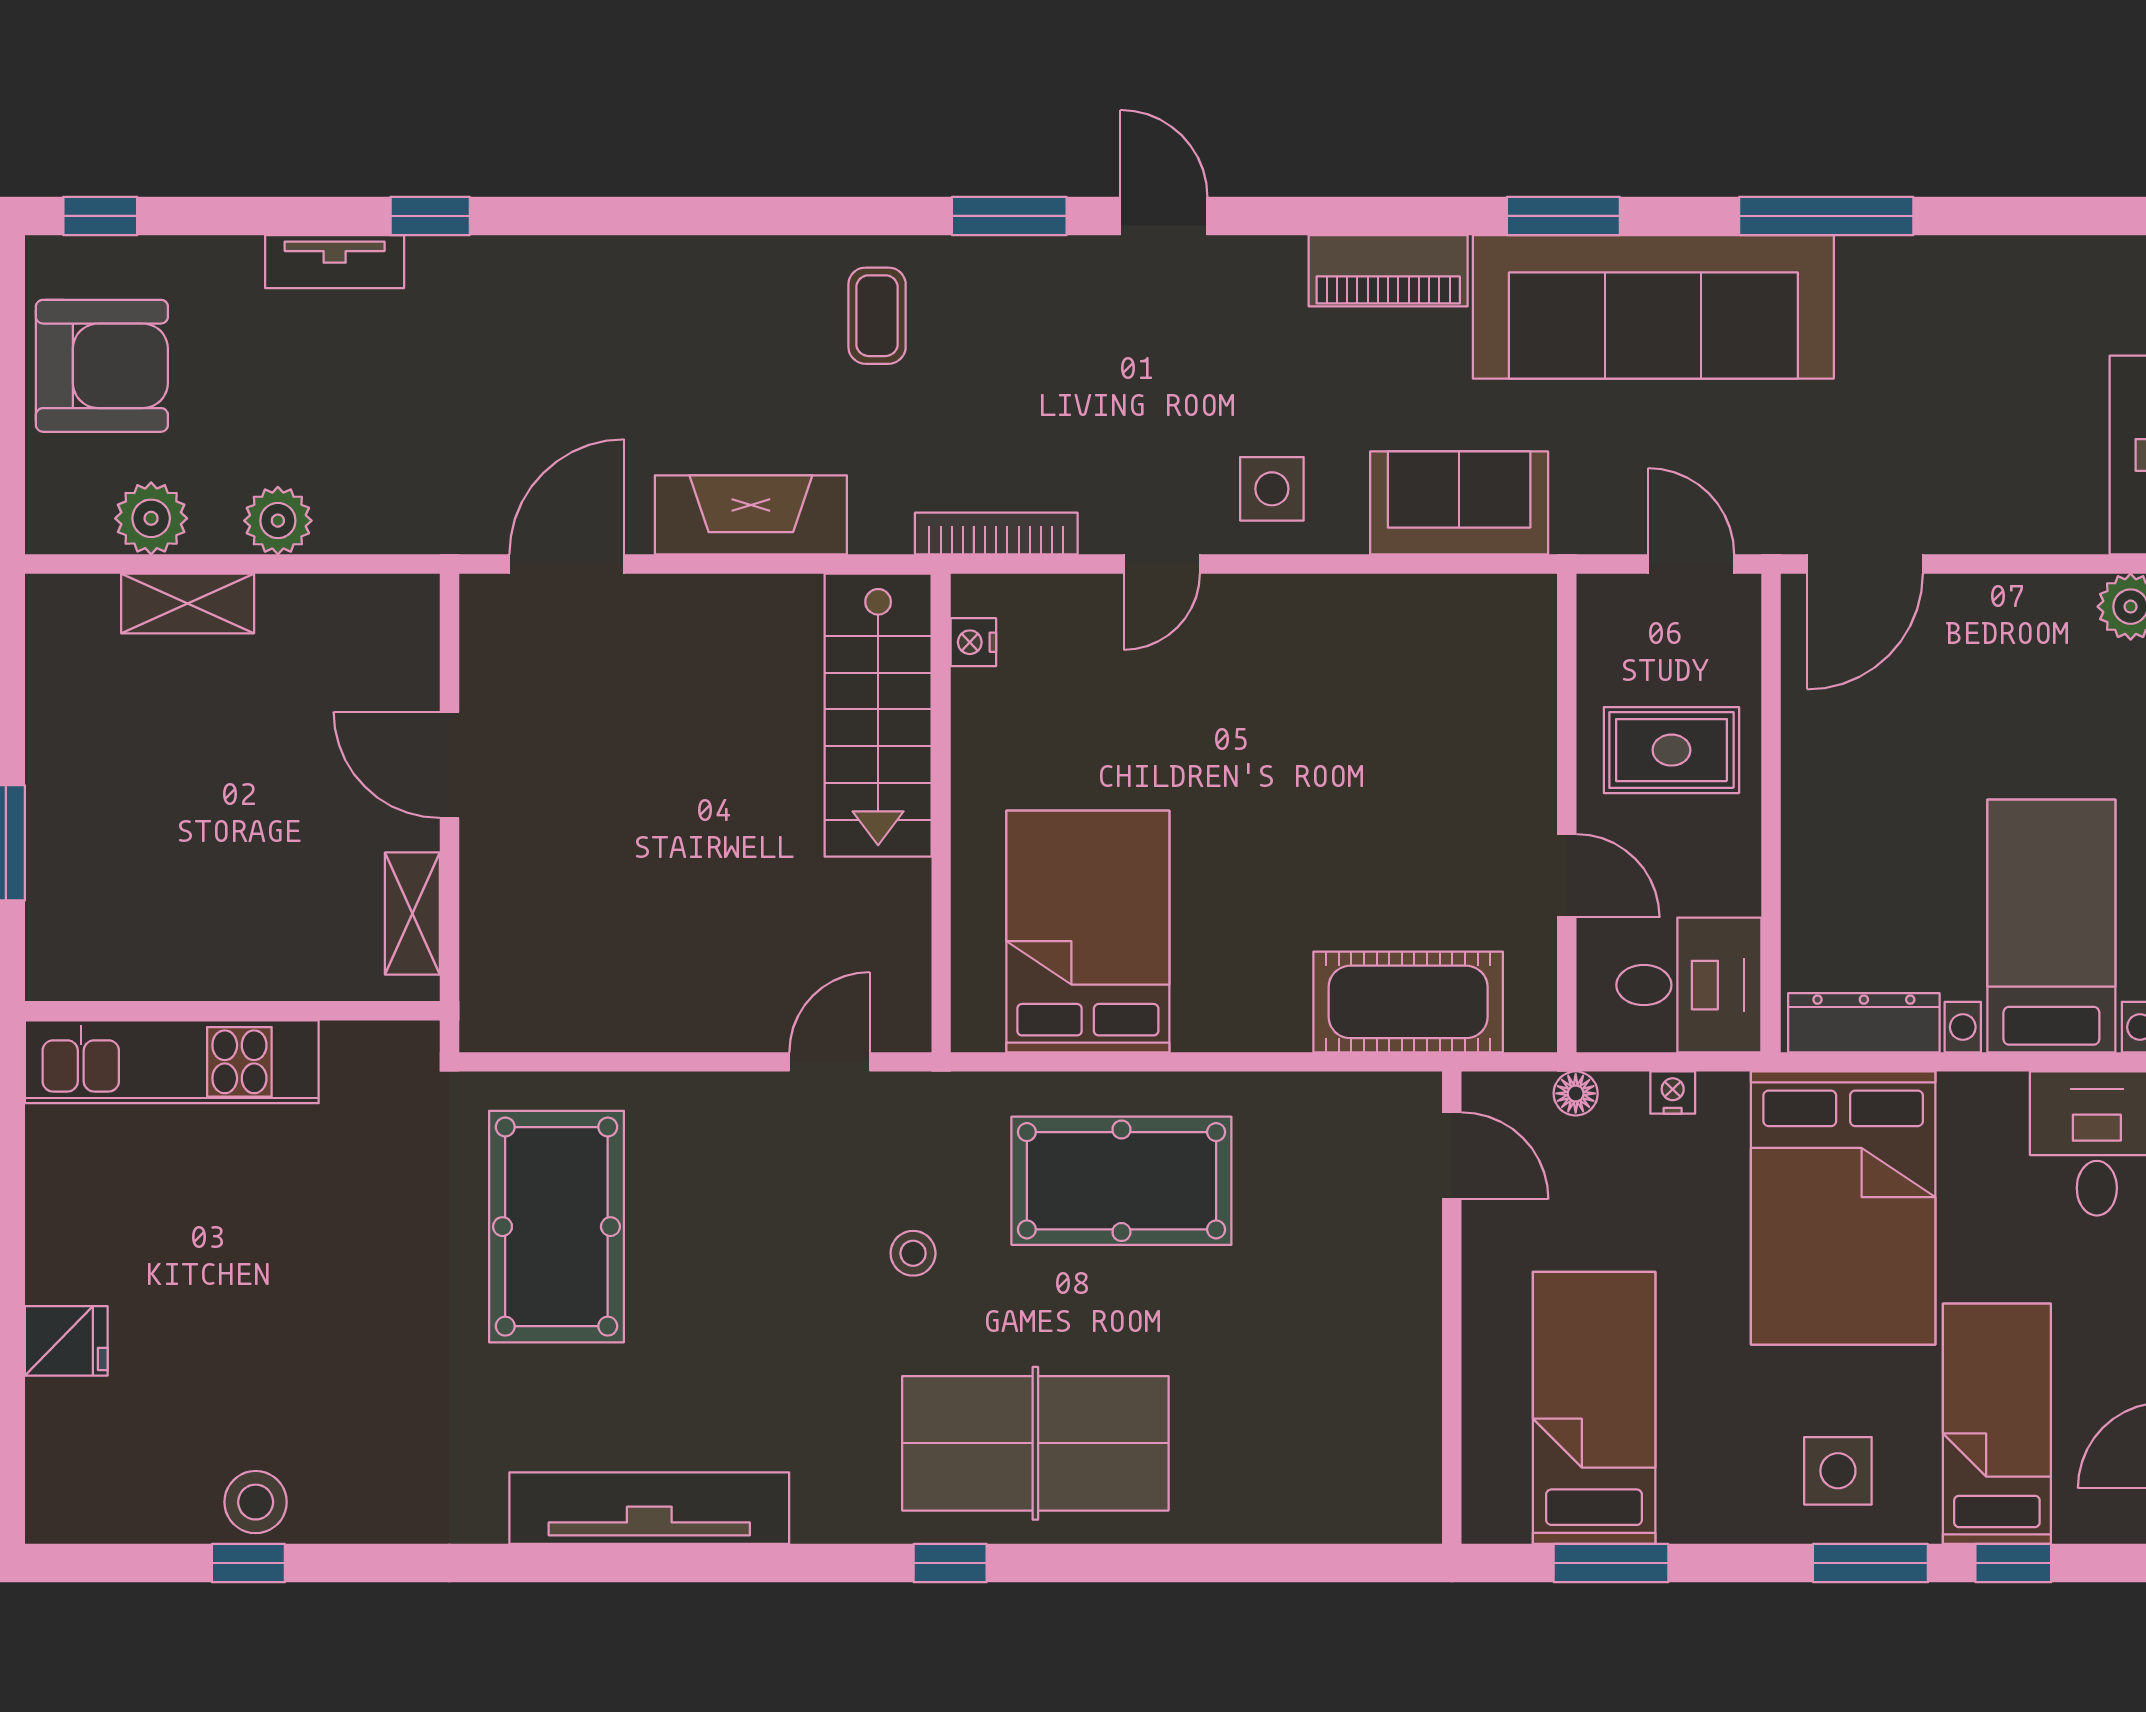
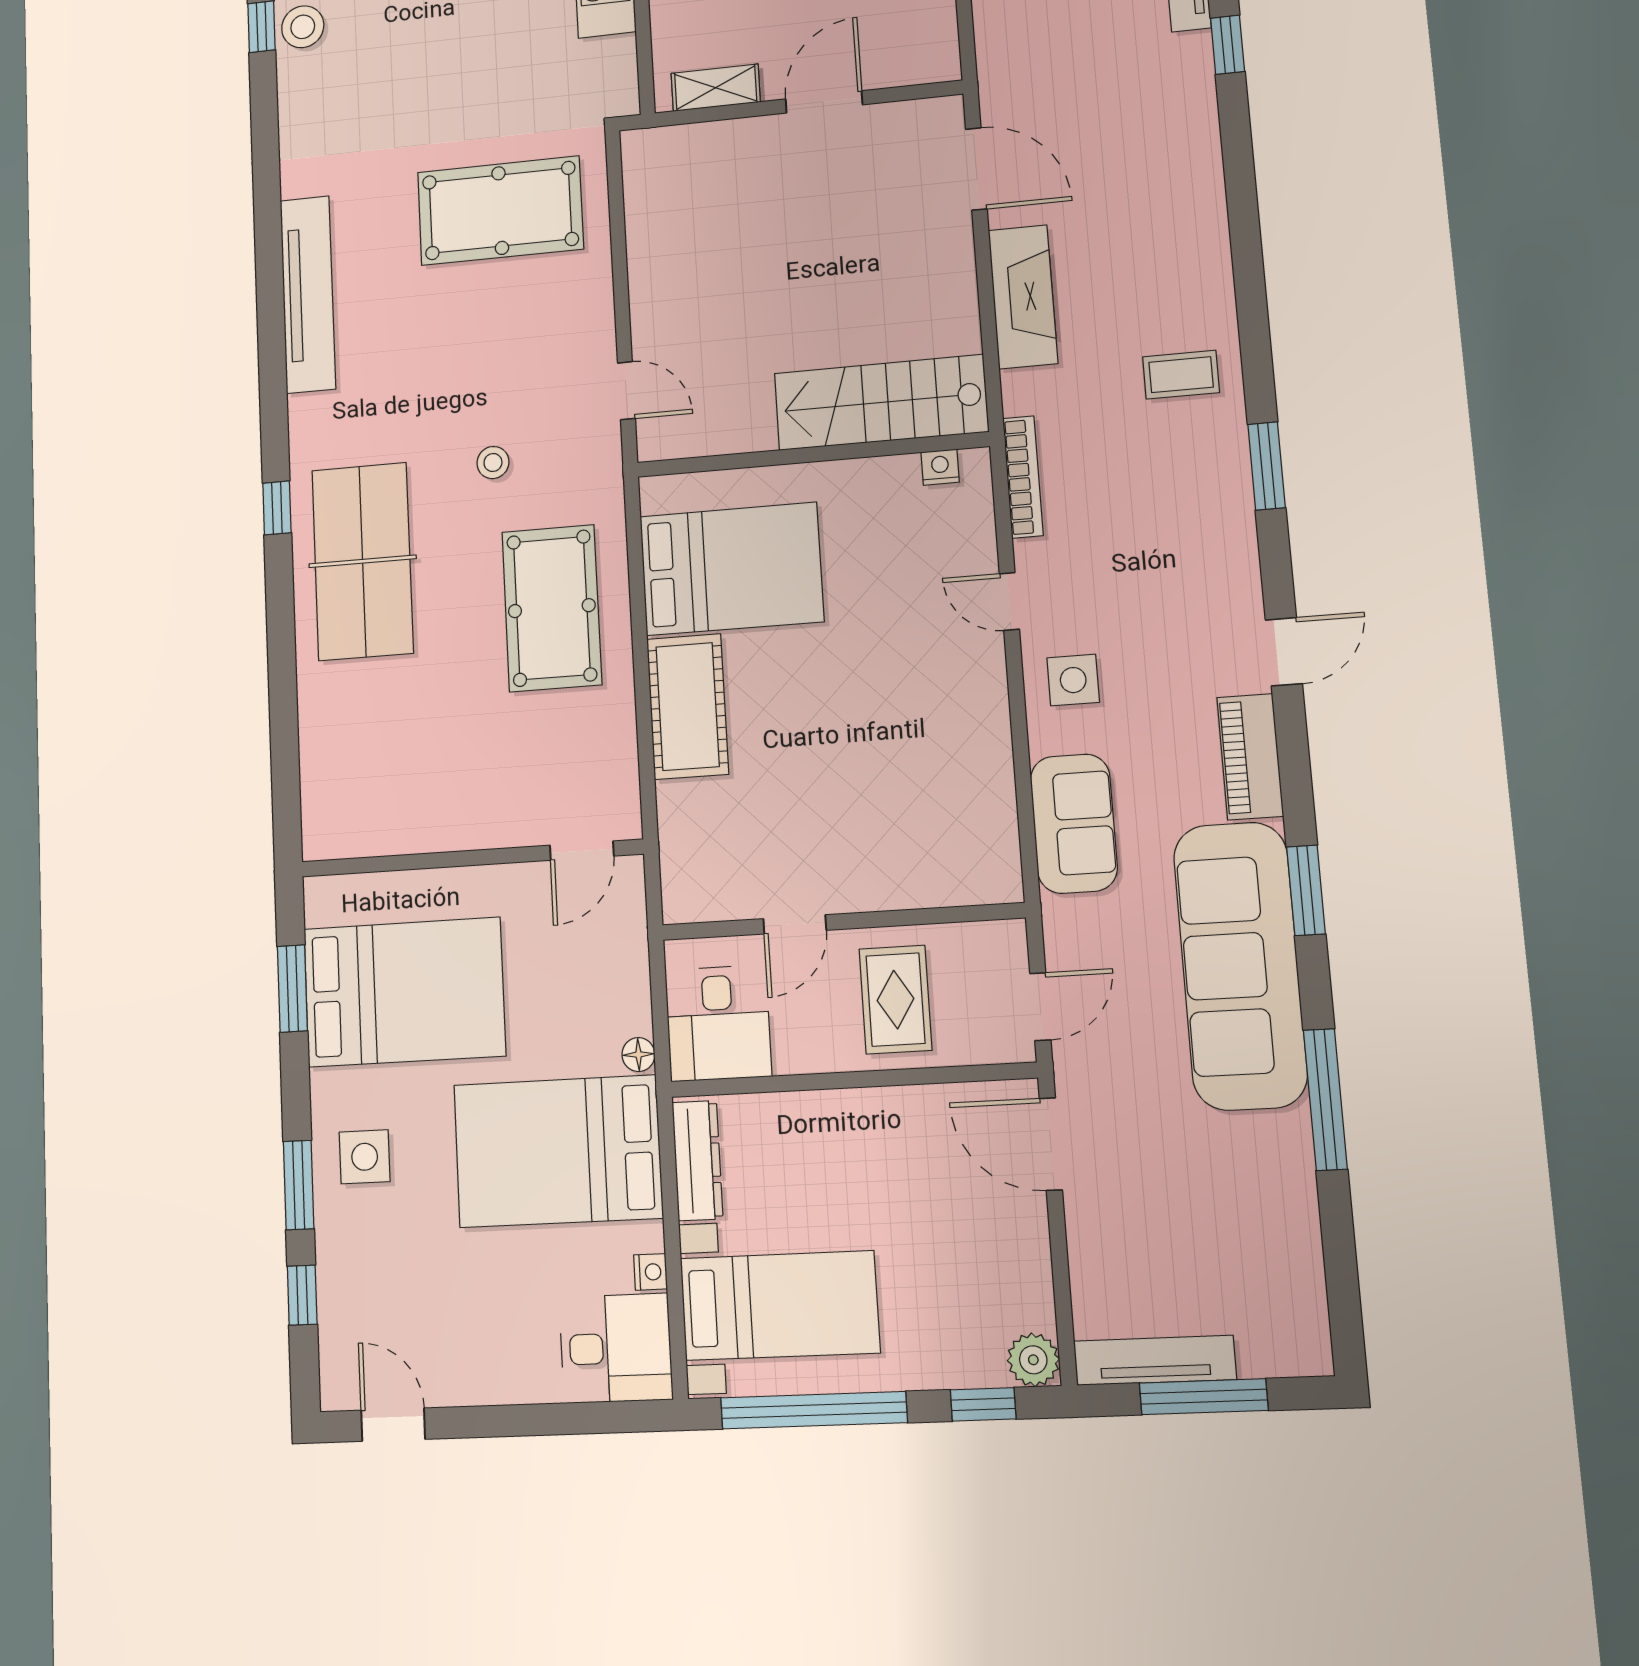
door: (1164, 216) -> (1284, 652), moved
cot: (1408, 1002) -> (688, 706), moved
floor lamp: (1576, 1093) -> (638, 1055), moved
nightstand: (1673, 1093) -> (651, 1272), moved
bed: (1594, 1408) -> (404, 992), width x1.50
bed: (1997, 1424) -> (404, 1278), removed

